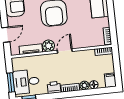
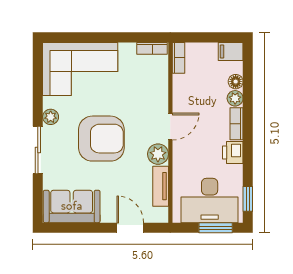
door: (65, 51) -> (170, 127), swing flipped
desk: (26, 82) -> (210, 201), width x1.37

